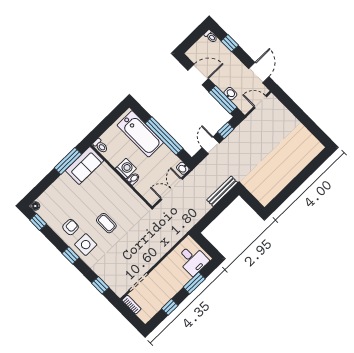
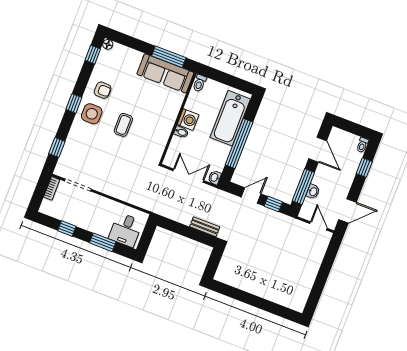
sofa: (85, 165) -> (165, 73), width x1.36
bench: (222, 191) -> (205, 227), width x0.73

